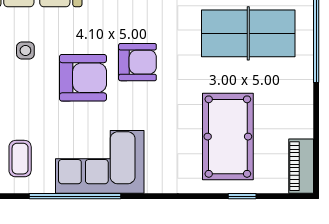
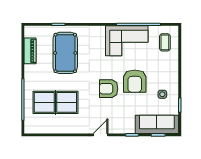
armchair: (83, 78) -> (135, 81), turned -90
piano: (301, 166) -> (30, 51), moved

